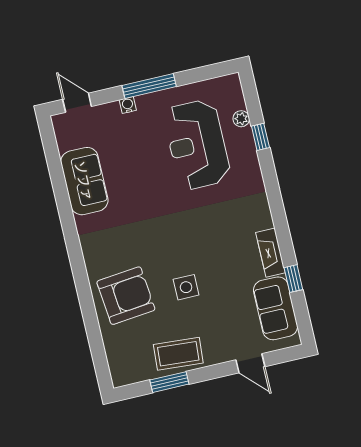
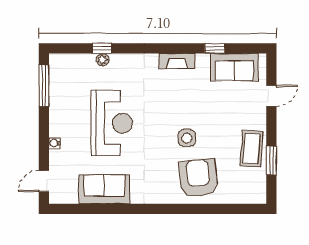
window: (149, 86) -> (44, 86), moved
plant: (241, 119) -> (103, 60), moved
reception desk: (197, 145) -> (112, 123), moved, turned -90
fireplace: (271, 253) -> (177, 61), moved
side table: (186, 287) -> (187, 138), moved

